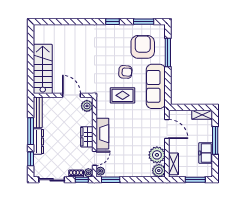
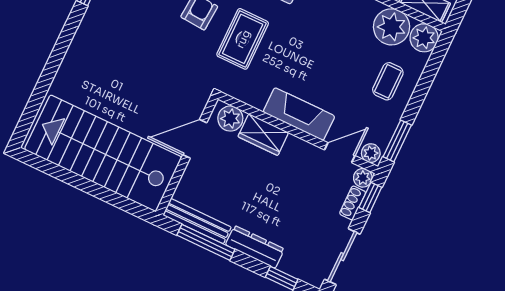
stairs: (43, 69) -> (103, 153), width x1.36, depth x1.51
window: (31, 131) -> (206, 242), moved
wardrobe: (87, 137) -> (263, 135), moved
door: (94, 158) -> (340, 153), hinge flipped
coffee table: (134, 164) -> (388, 81), added

